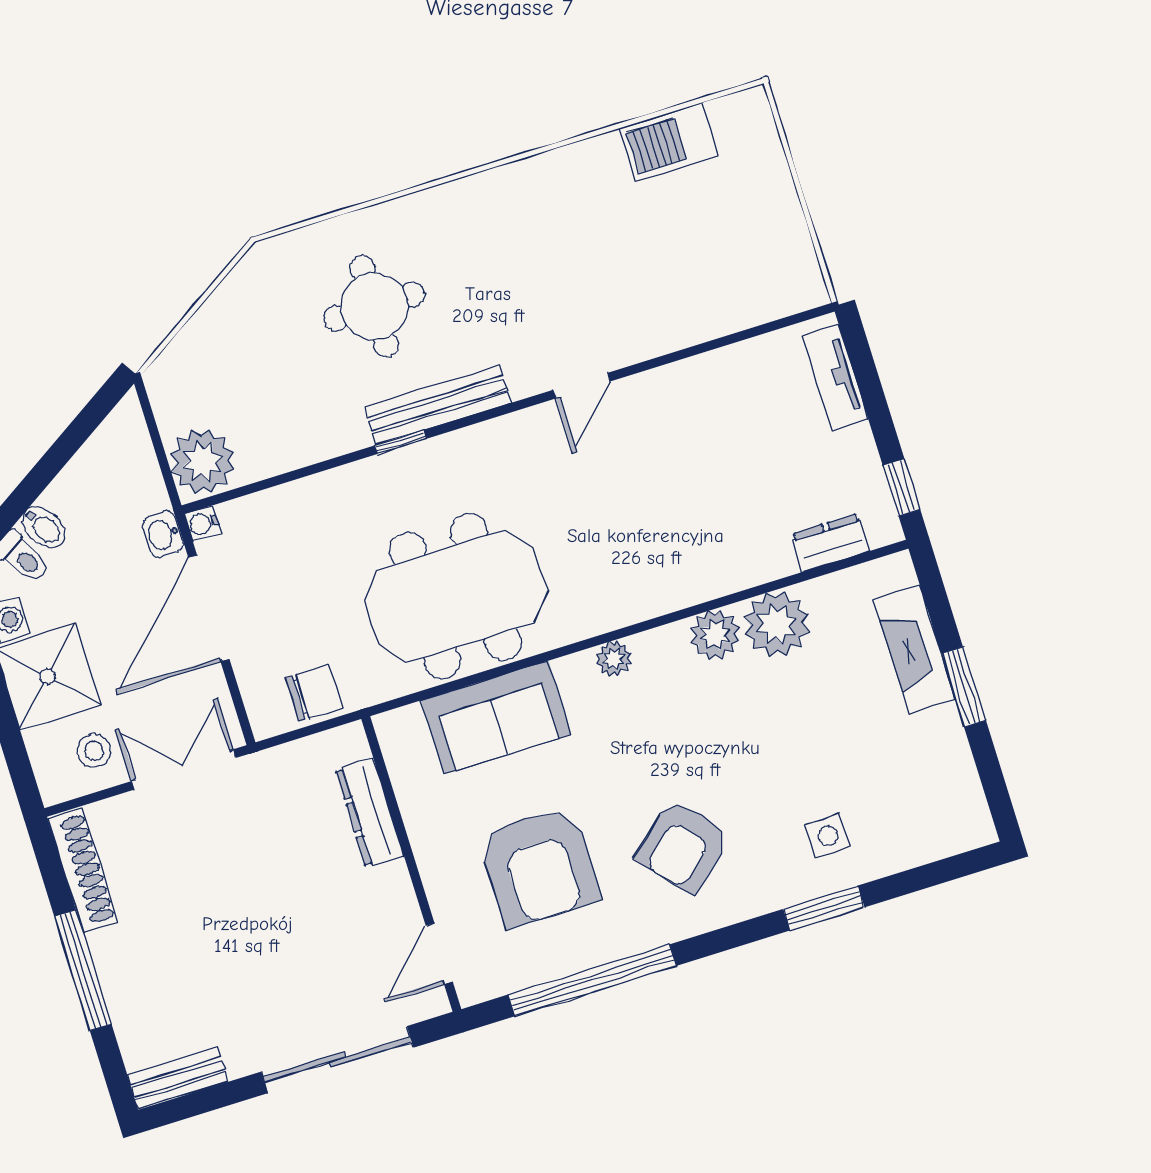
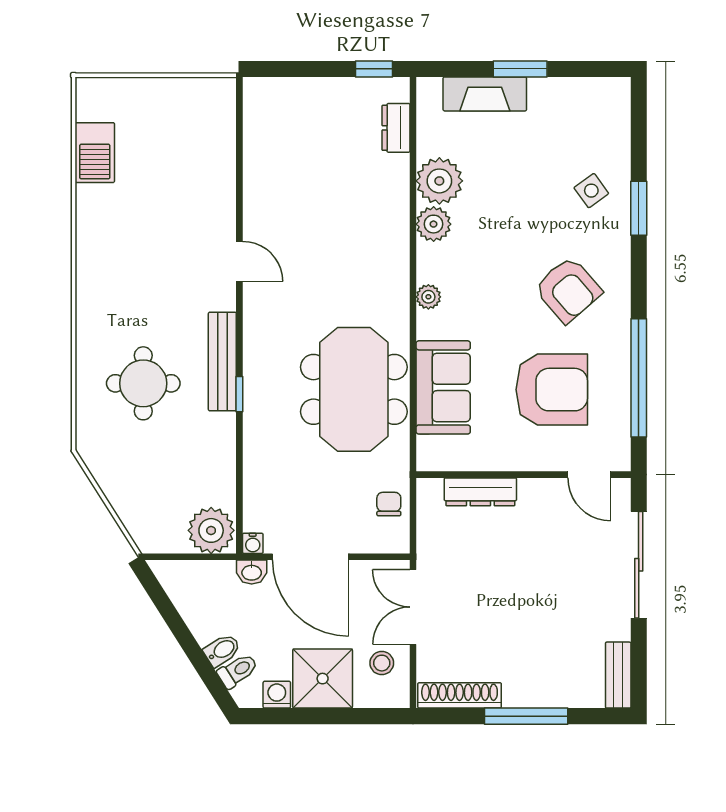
tv unit: (835, 377) -> (287, 90), removed
chair: (314, 693) -> (389, 504), width x0.73, depth x0.73
side table: (828, 836) -> (591, 191), turned -36

